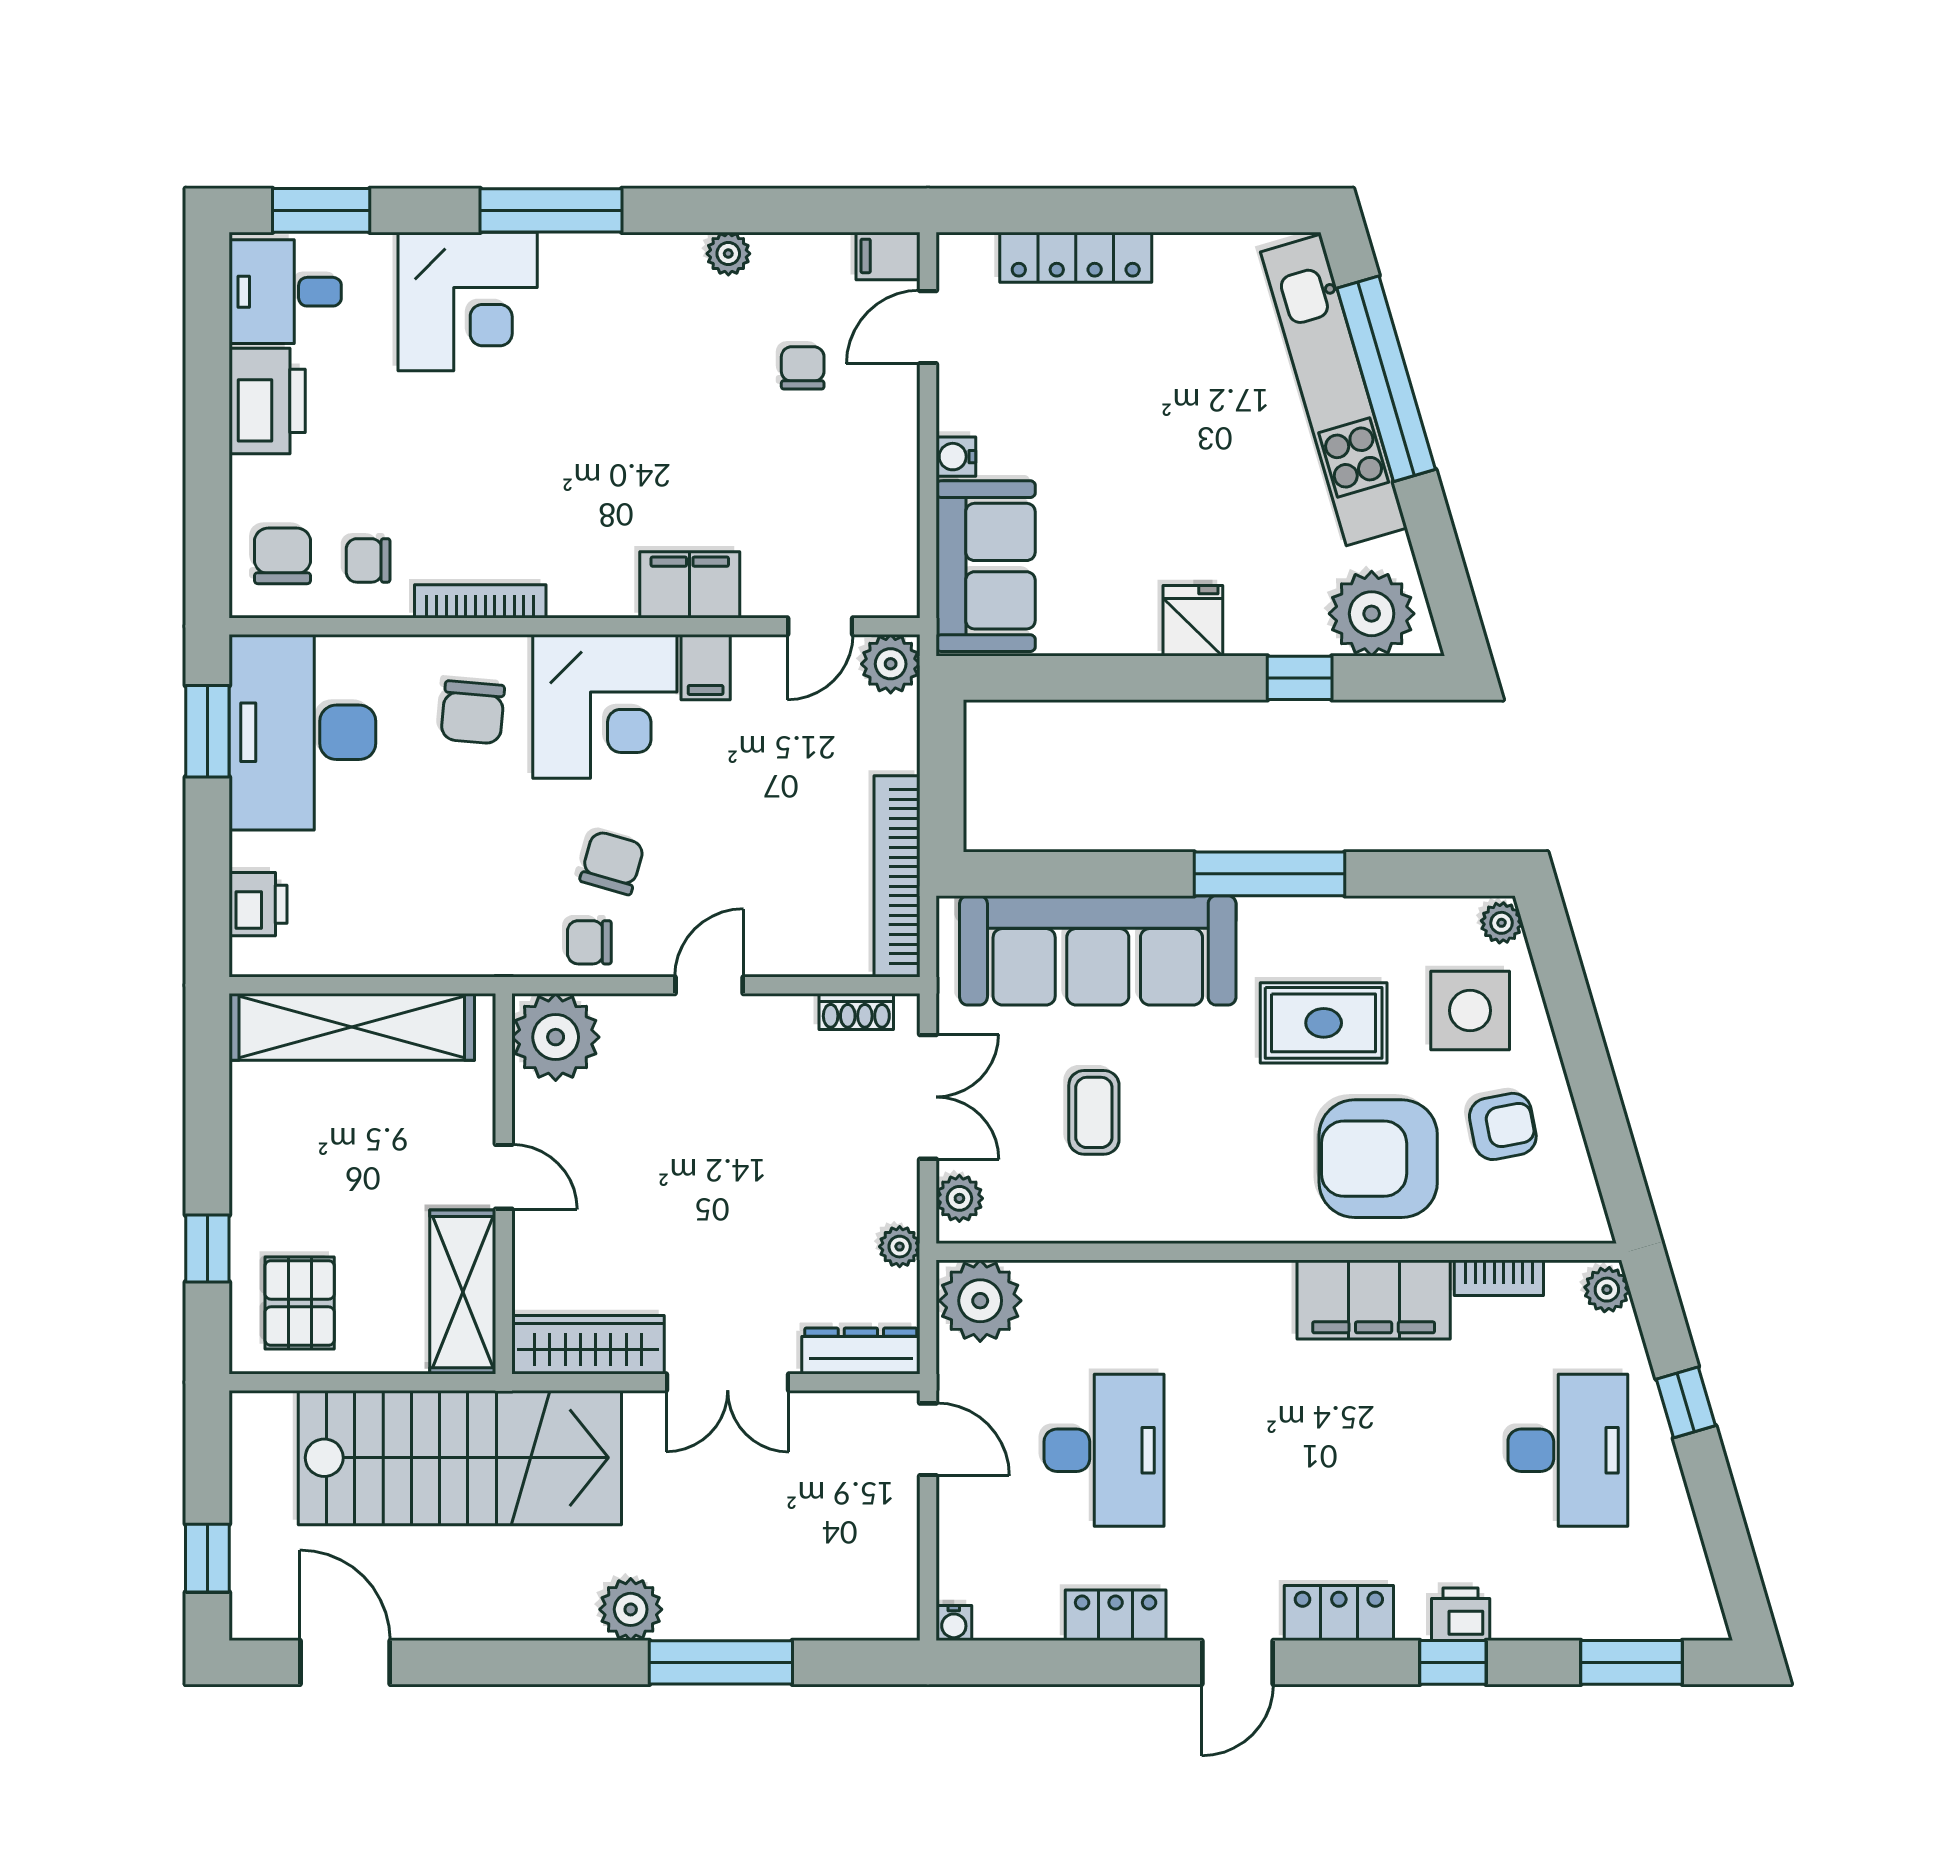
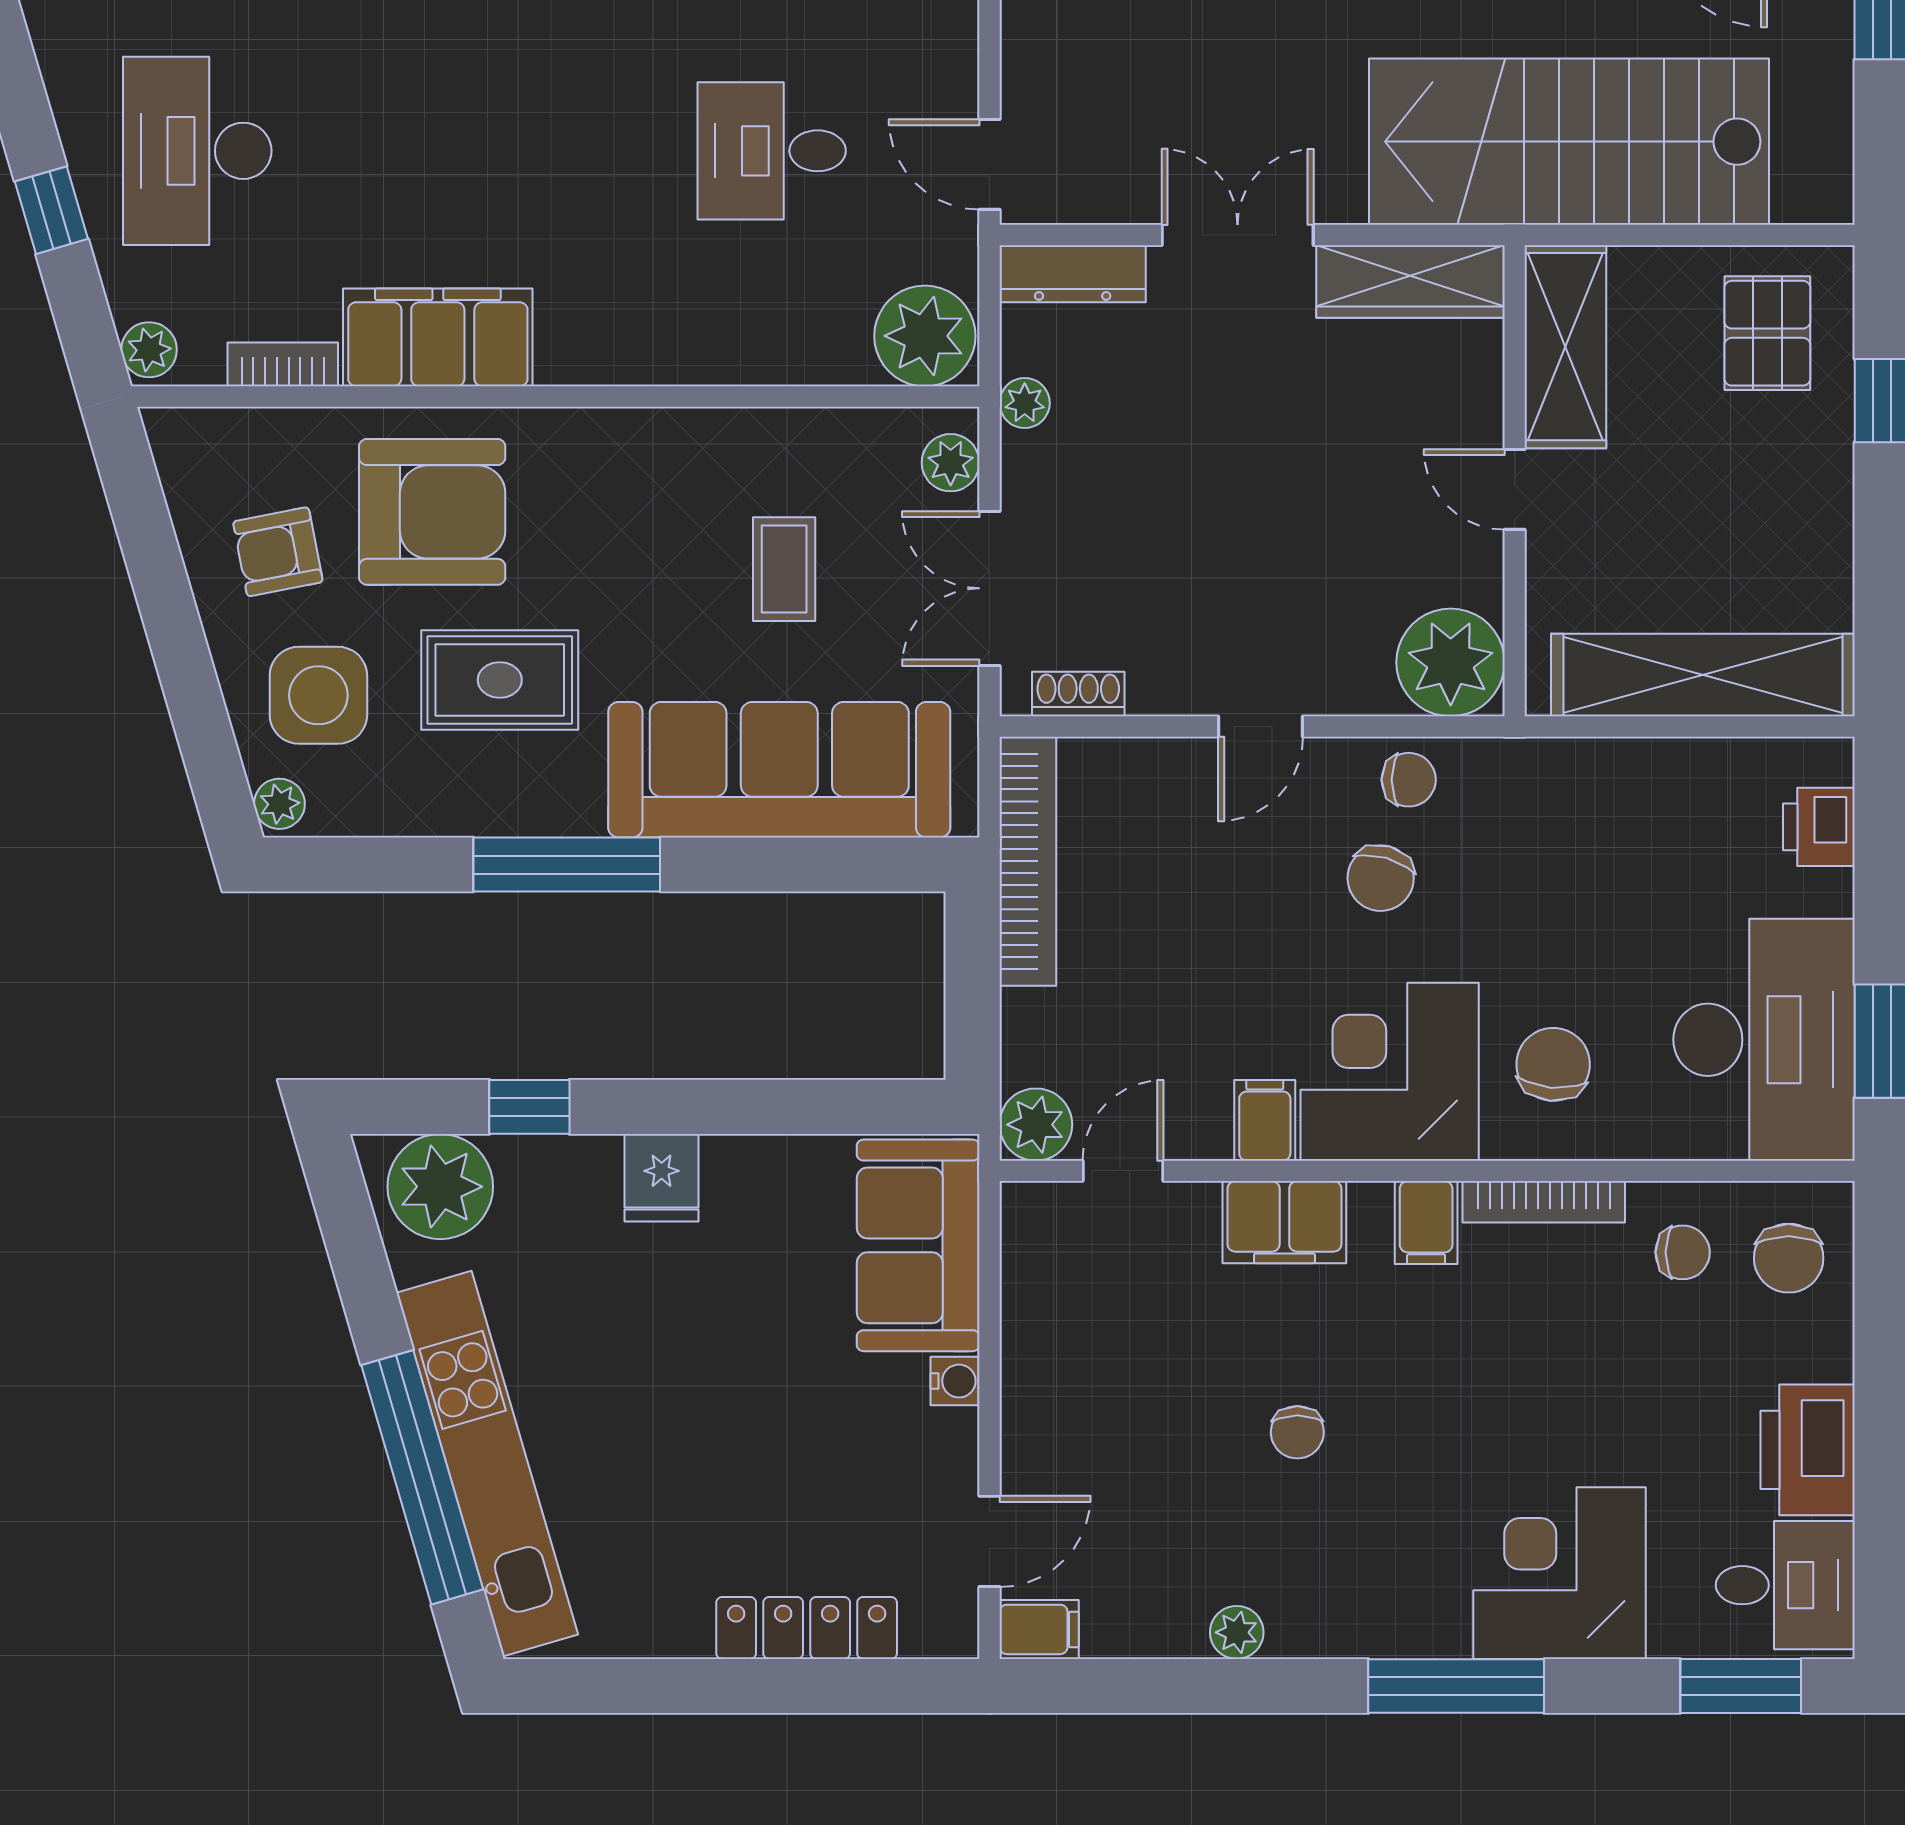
chair: (803, 368) -> (1297, 1432), moved
filing cabinet: (575, 585) -> (1426, 1223), added
desk: (1104, 1450) -> (772, 151), width x0.73

